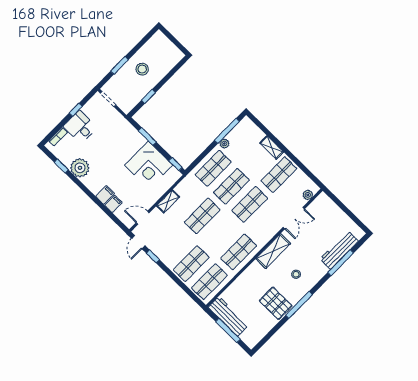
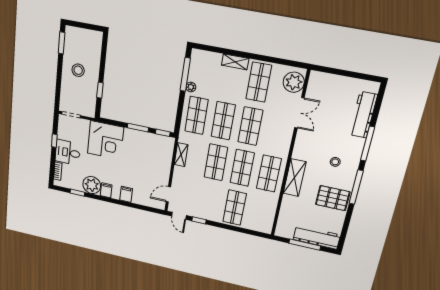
window: (119, 65) -> (62, 43), moved
window: (147, 136) -> (138, 128), moved
corner desk: (149, 165) -> (105, 140), moved
plant: (308, 195) -> (294, 82), width x1.87, depth x1.87
shelving: (168, 201) -> (181, 155), moved
filing cabinet: (113, 204) -> (106, 190), moved
shelving: (273, 251) -> (295, 178), moved
window: (341, 263) -> (368, 144), moved
shop shelf: (209, 282) -> (242, 168), moved
workbench: (228, 316) -> (317, 237), moved

